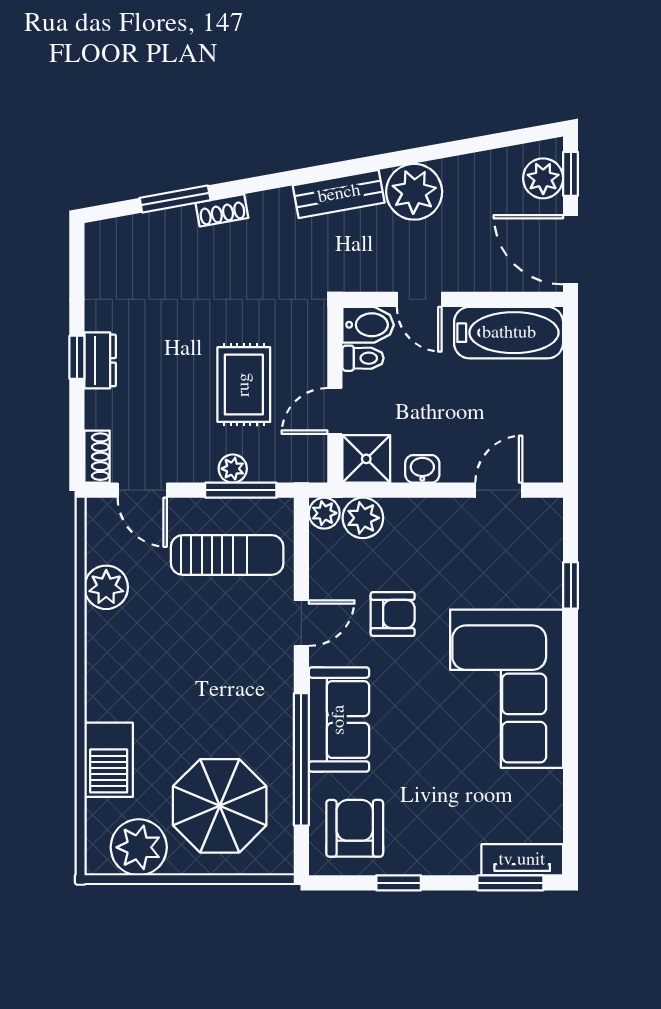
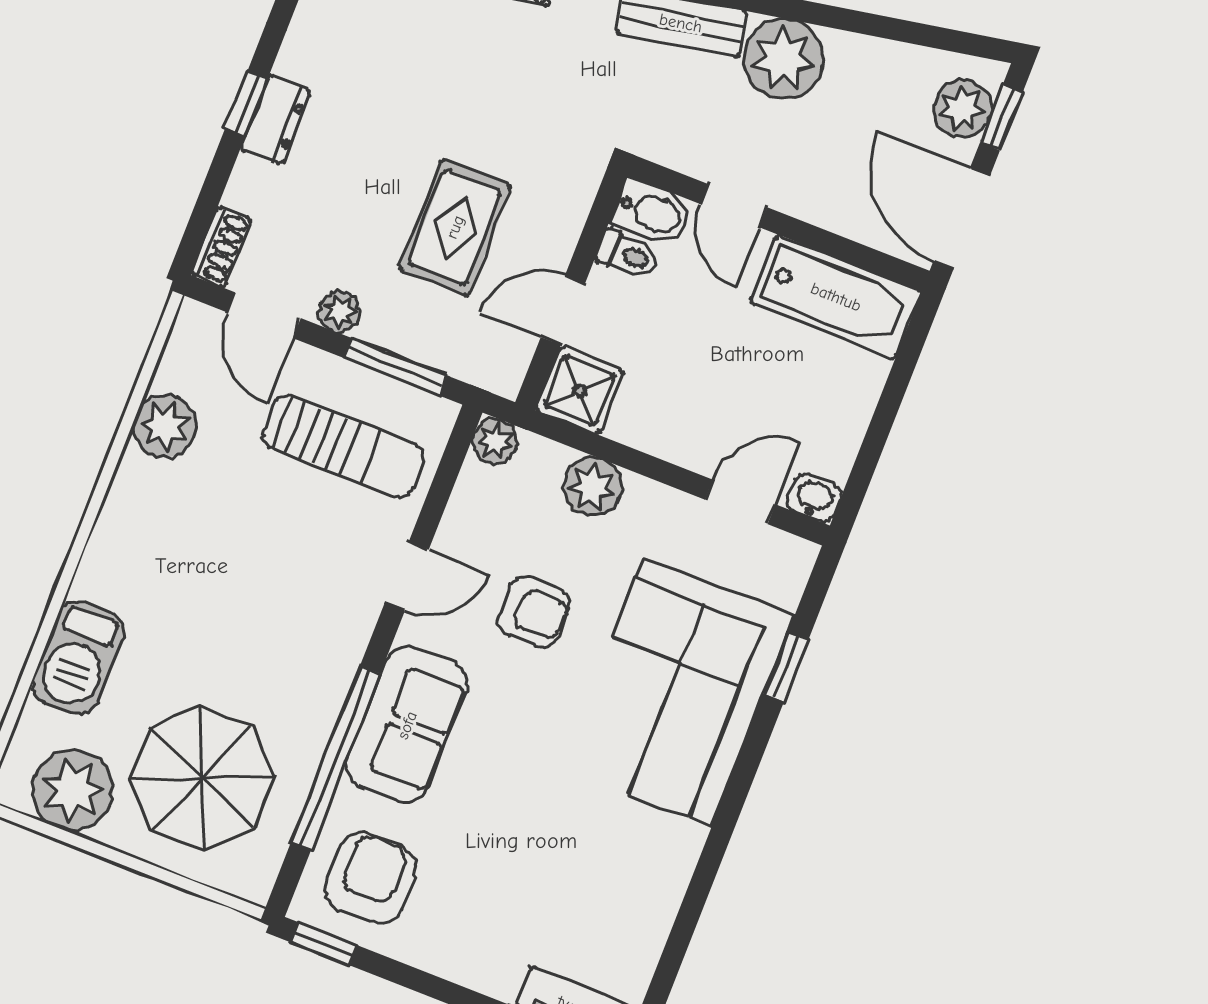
plant: (233, 469) -> (340, 312), moved
washbasin: (422, 469) -> (814, 498), moved
plant: (363, 518) -> (593, 487), moved
corner sofa: (507, 689) -> (678, 692), moved
window: (399, 883) -> (324, 944), moved

